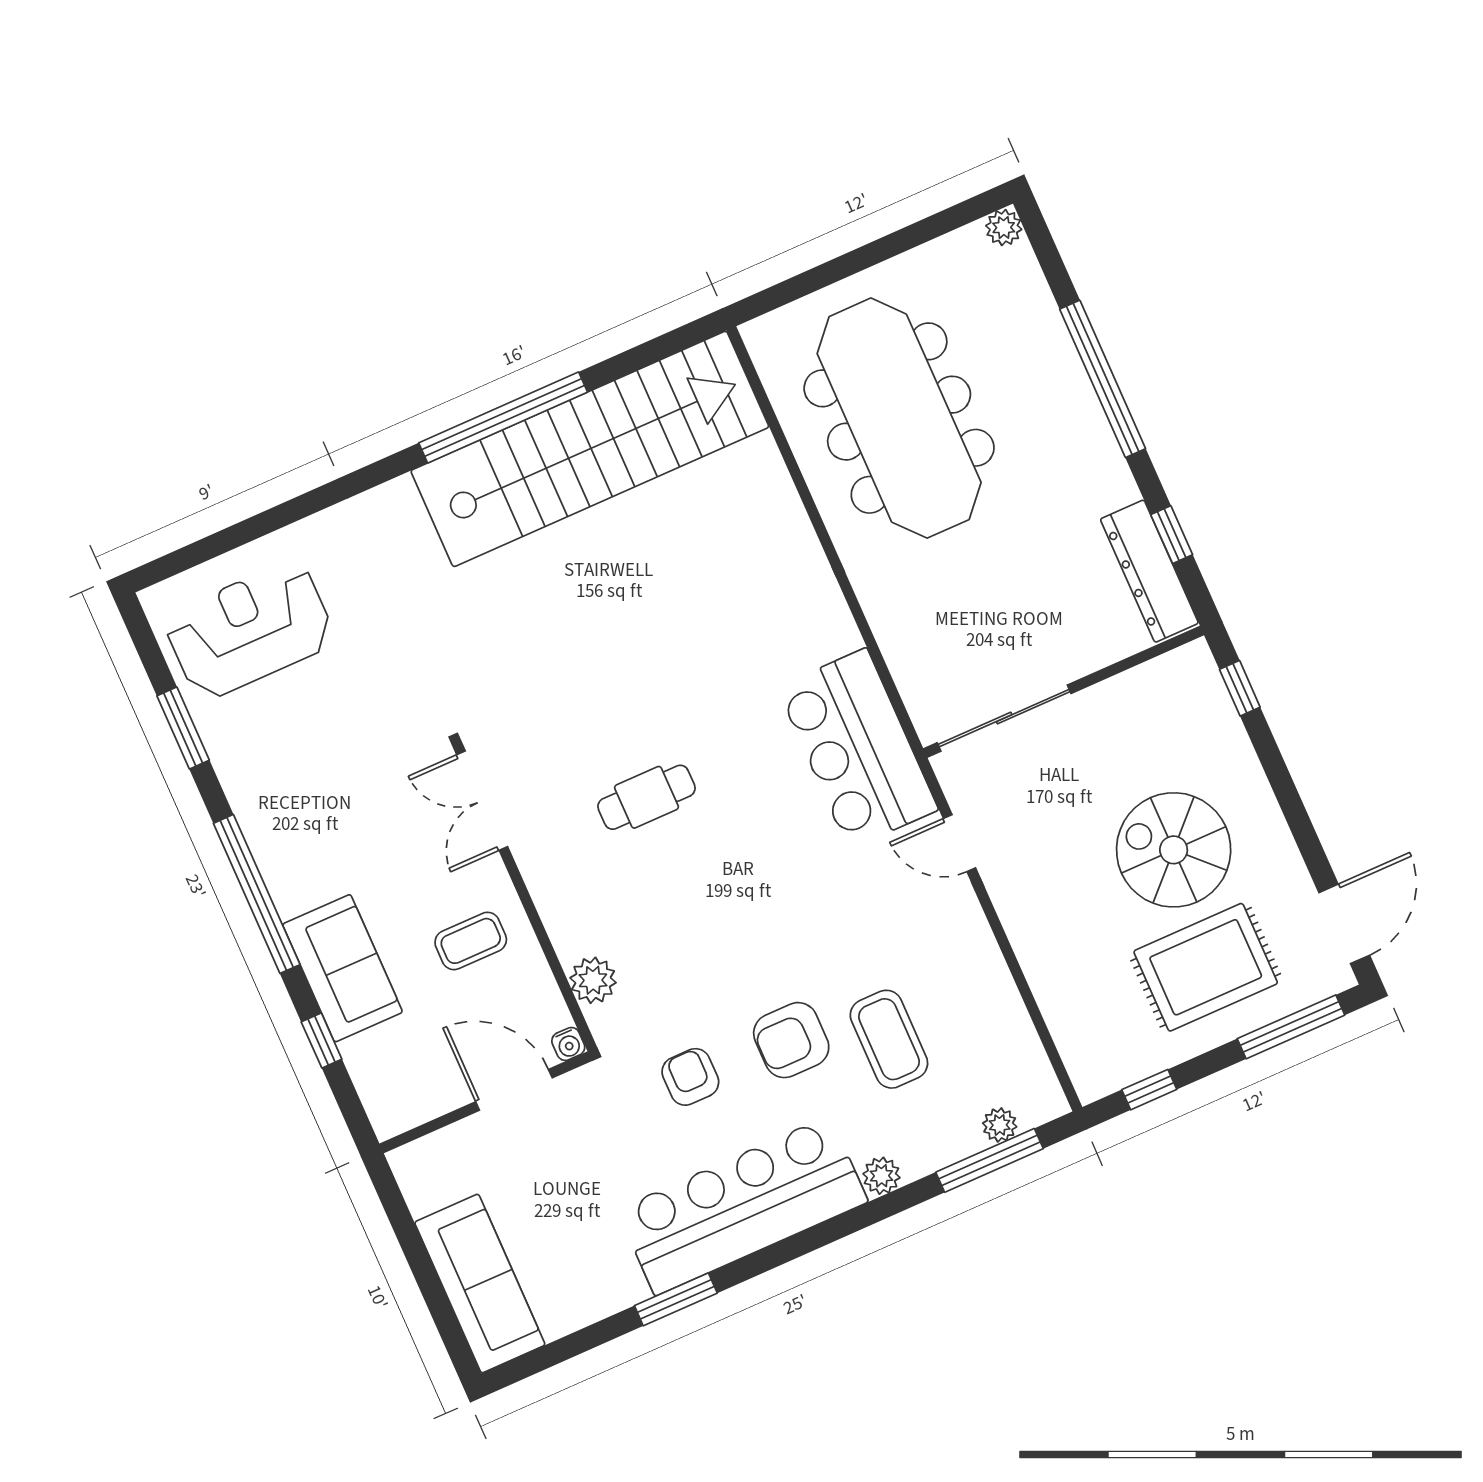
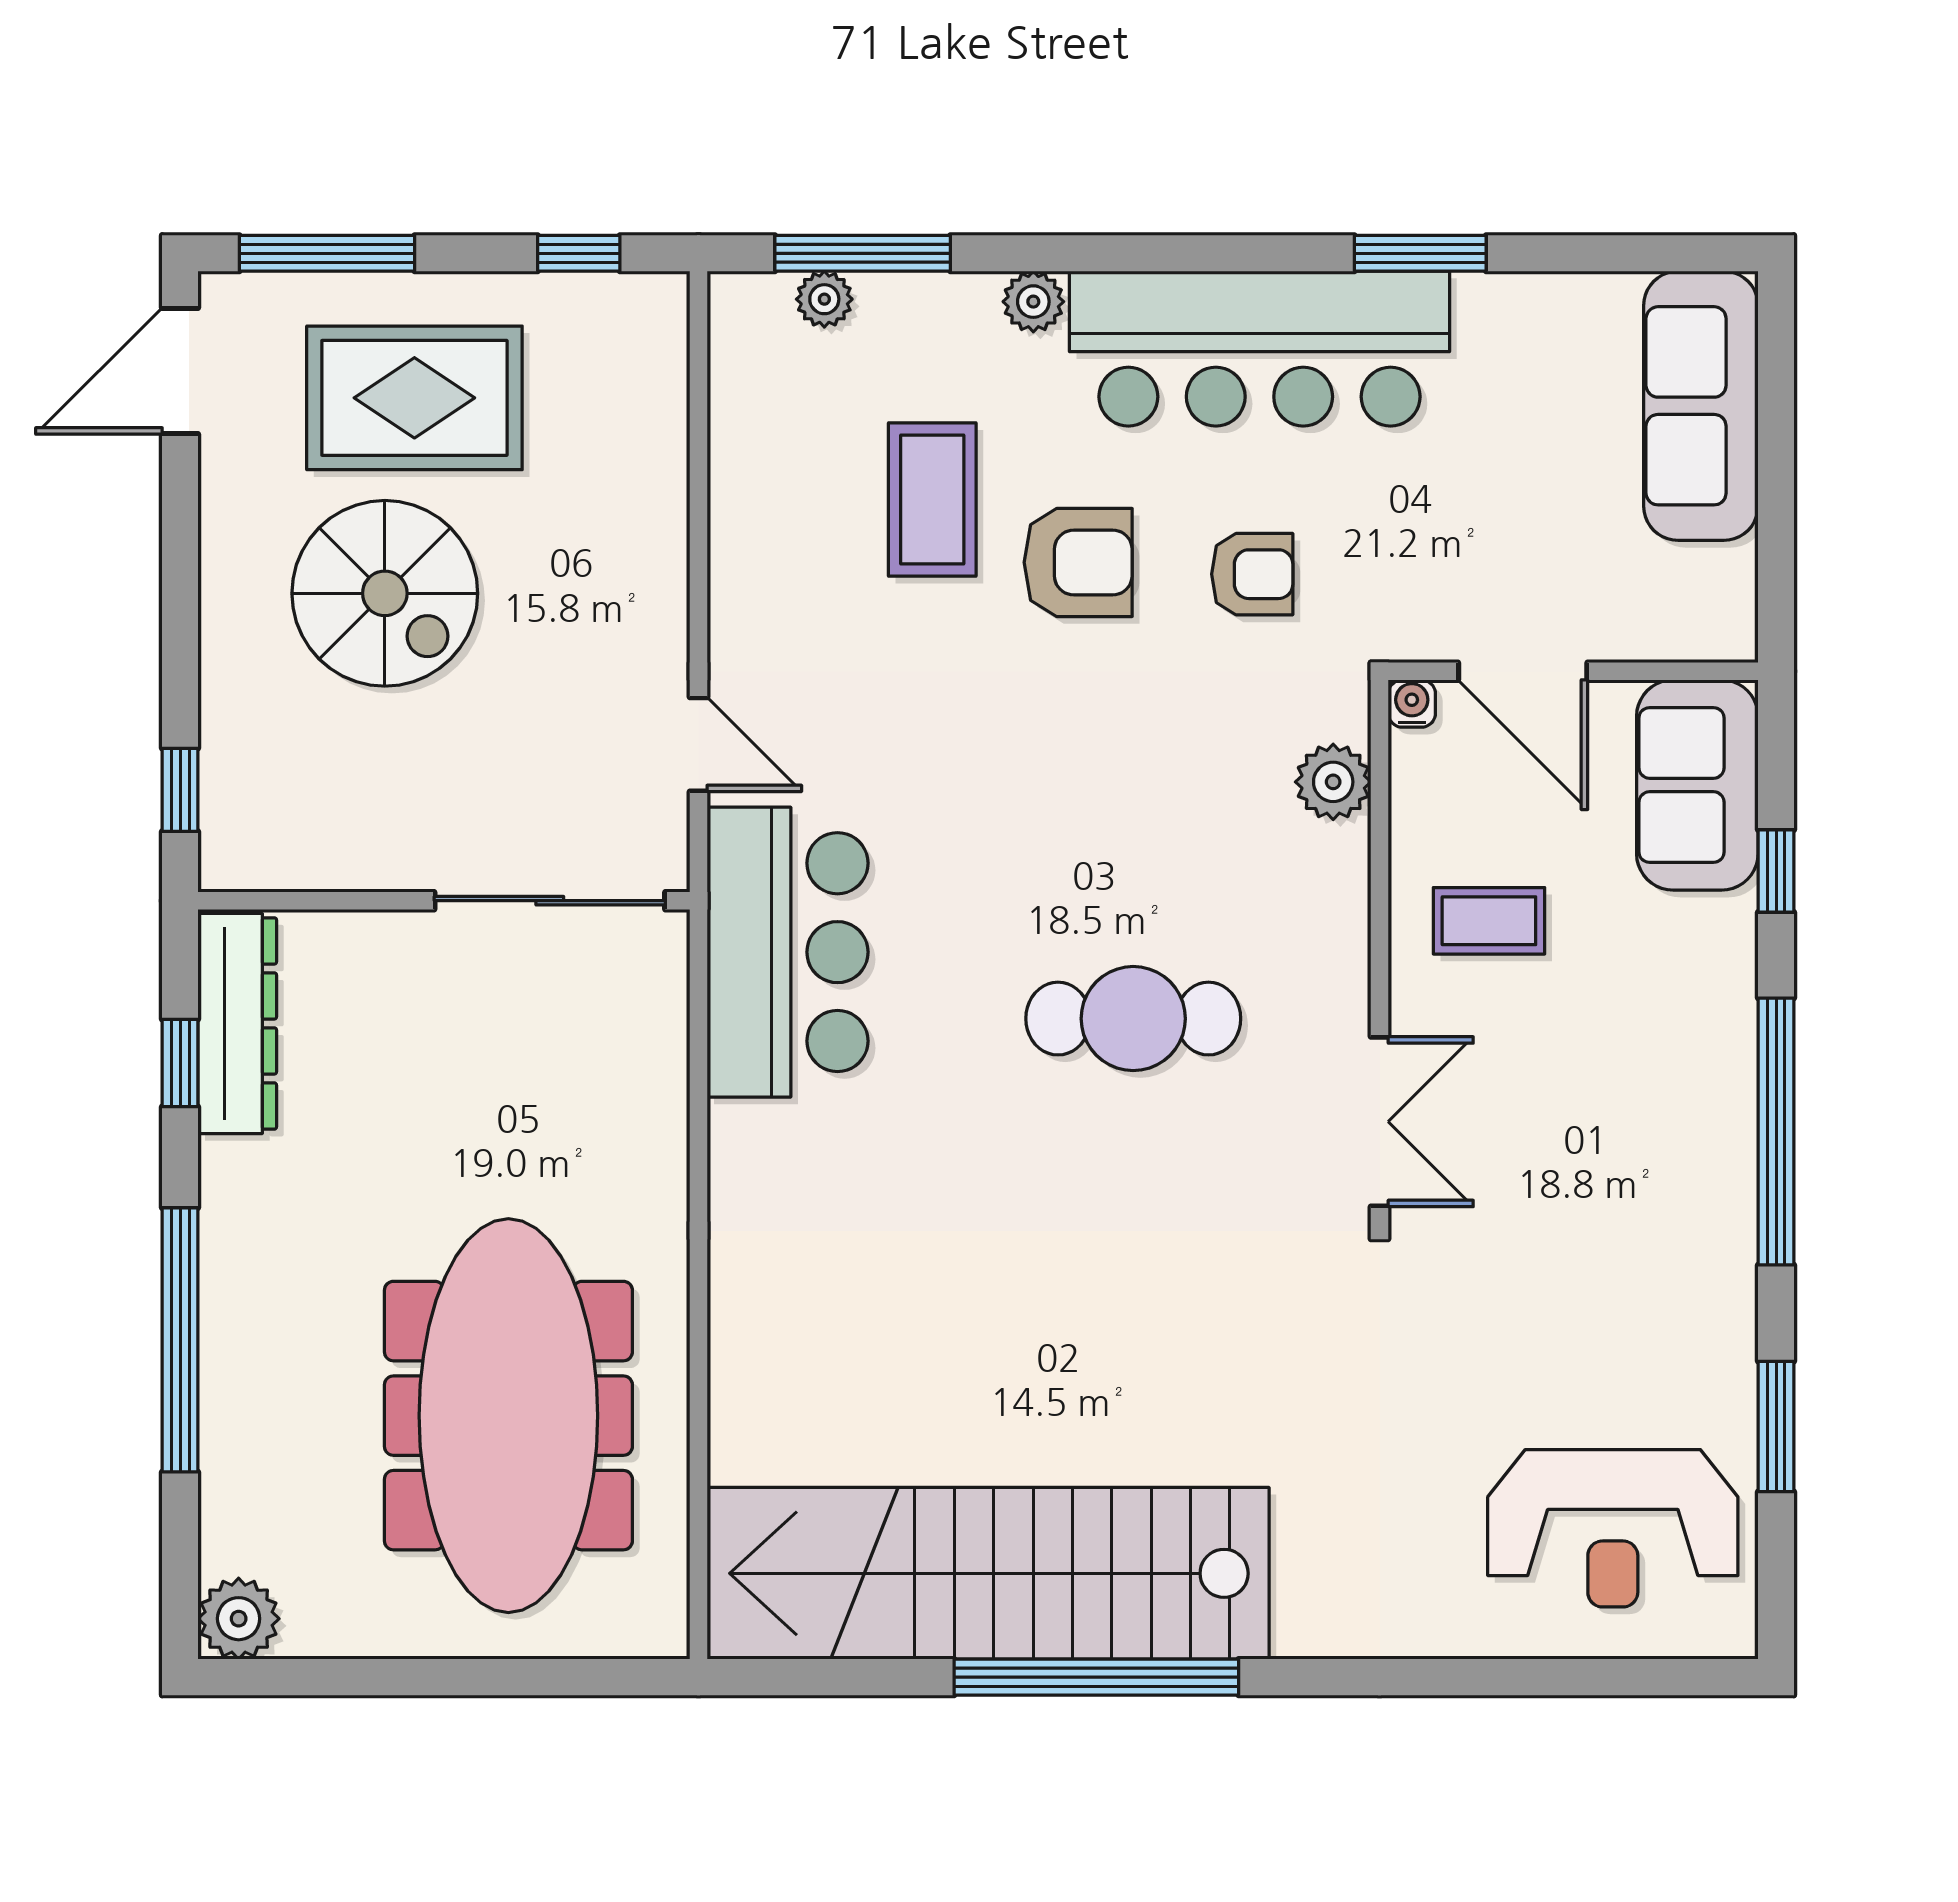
plant: (1004, 228) -> (239, 1619), width x1.38, depth x1.38
cafe table: (646, 797) -> (1133, 1019), width x1.37, depth x1.35
sofa: (343, 968) -> (1697, 785), moved
armchair: (690, 1077) -> (1252, 574), turned -90

